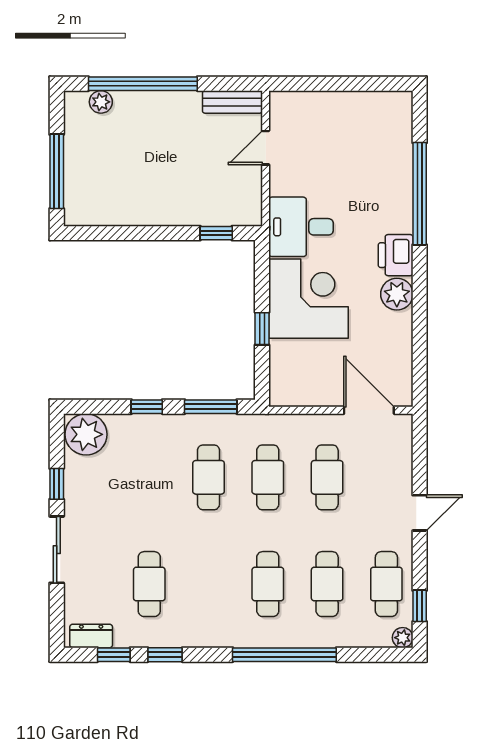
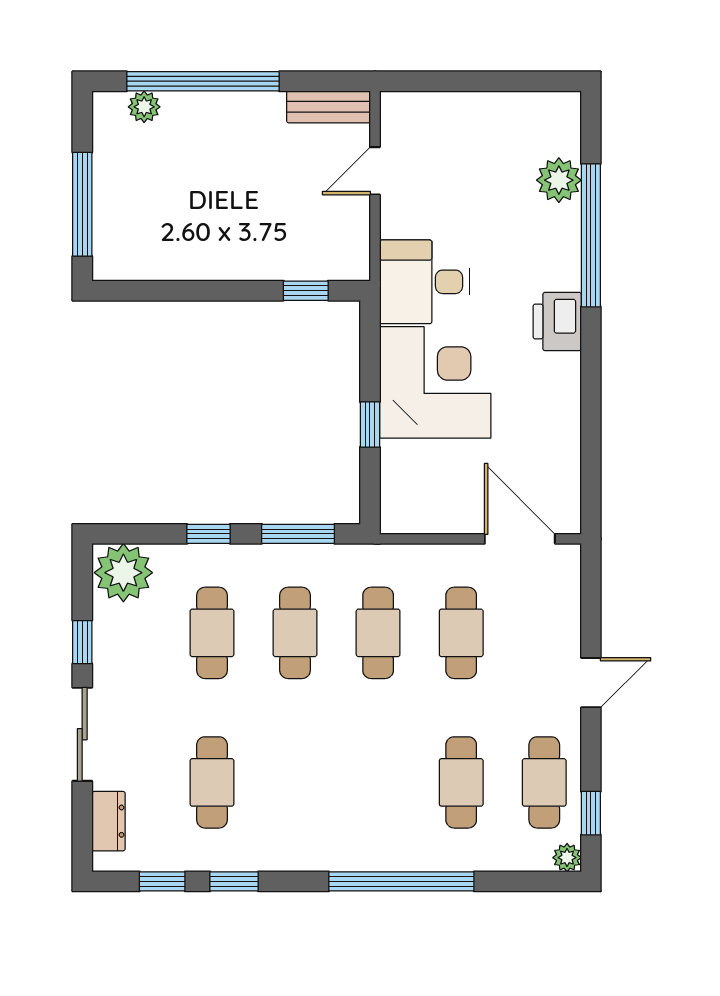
plant: (397, 294) -> (559, 180), moved
cafe table: (268, 584) -> (212, 633), moved
dresser: (91, 636) -> (109, 821), moved, turned 90

